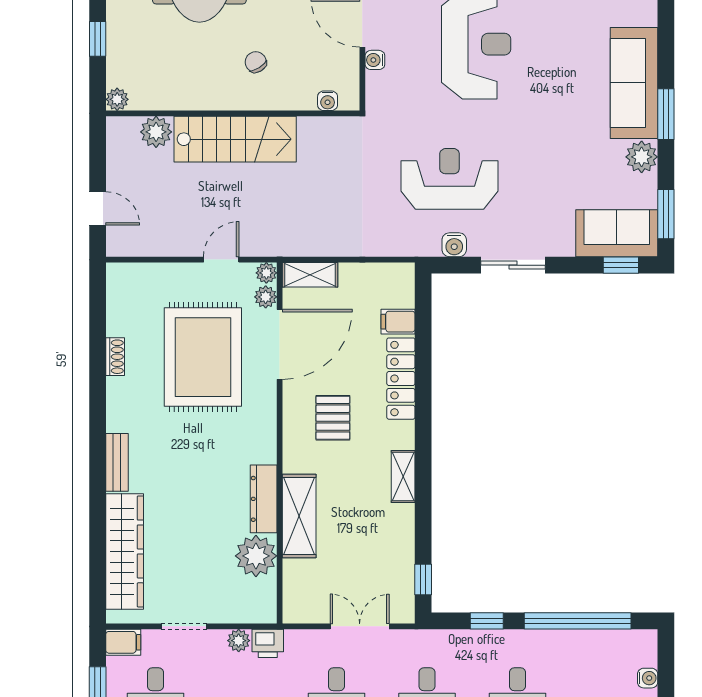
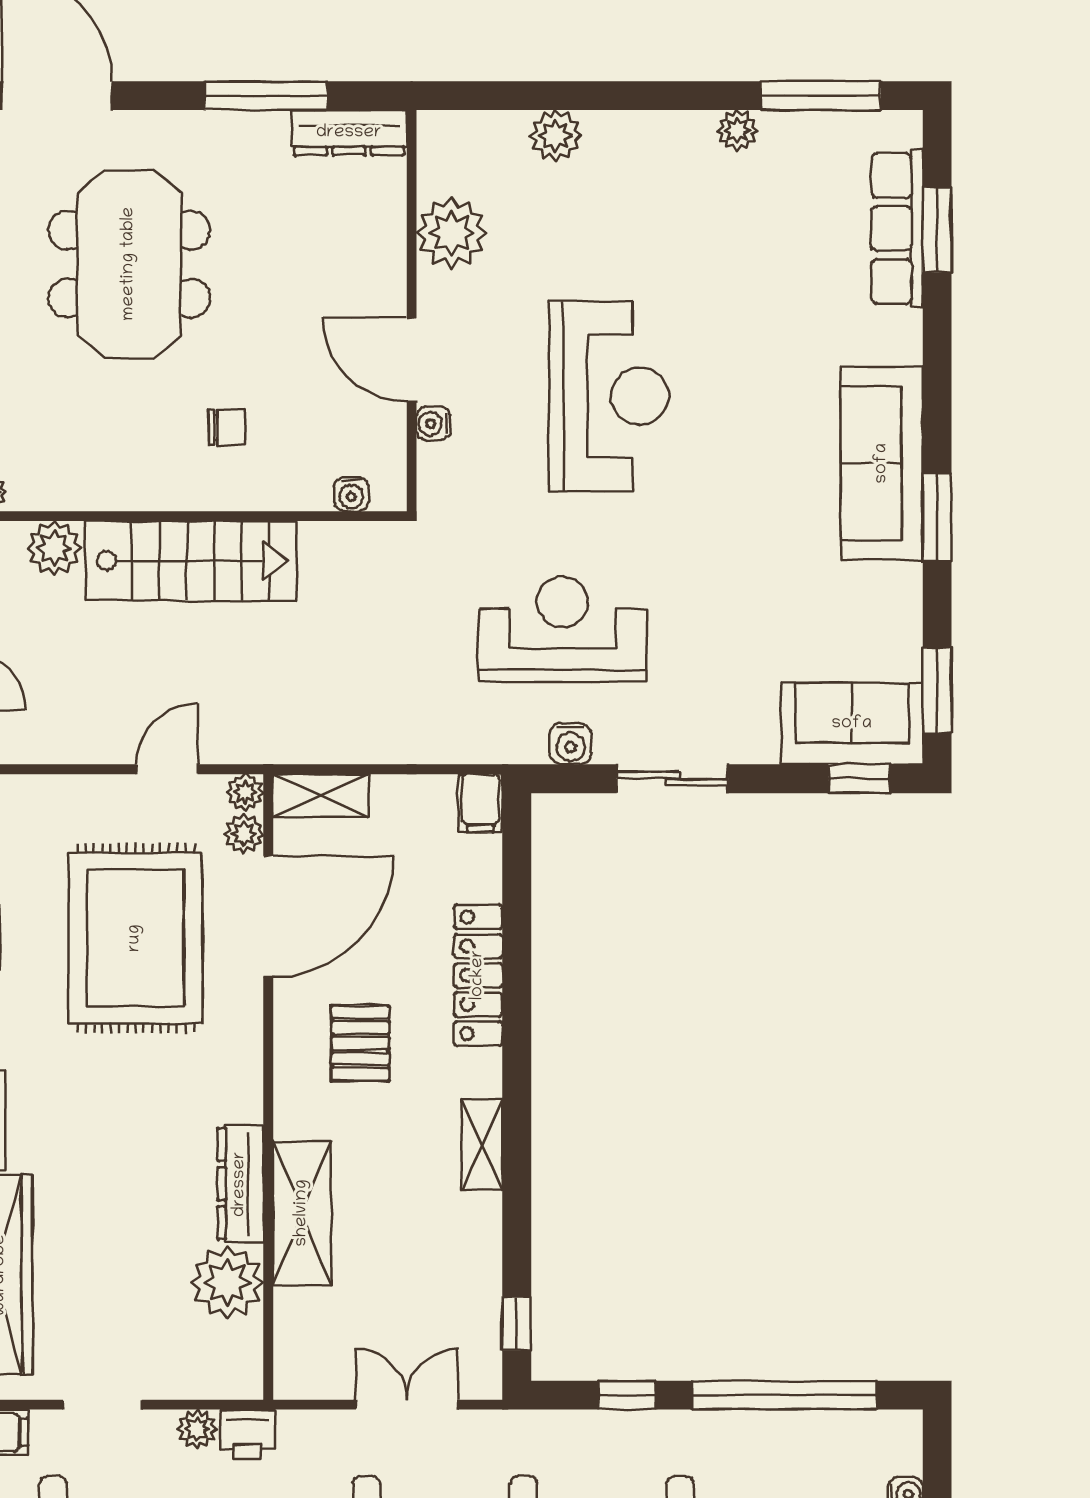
chair: (256, 62) -> (227, 427), turned 122
plant: (642, 157) -> (895, 591), removed
filing cabinet: (398, 322) -> (481, 803), moved, turned -90

